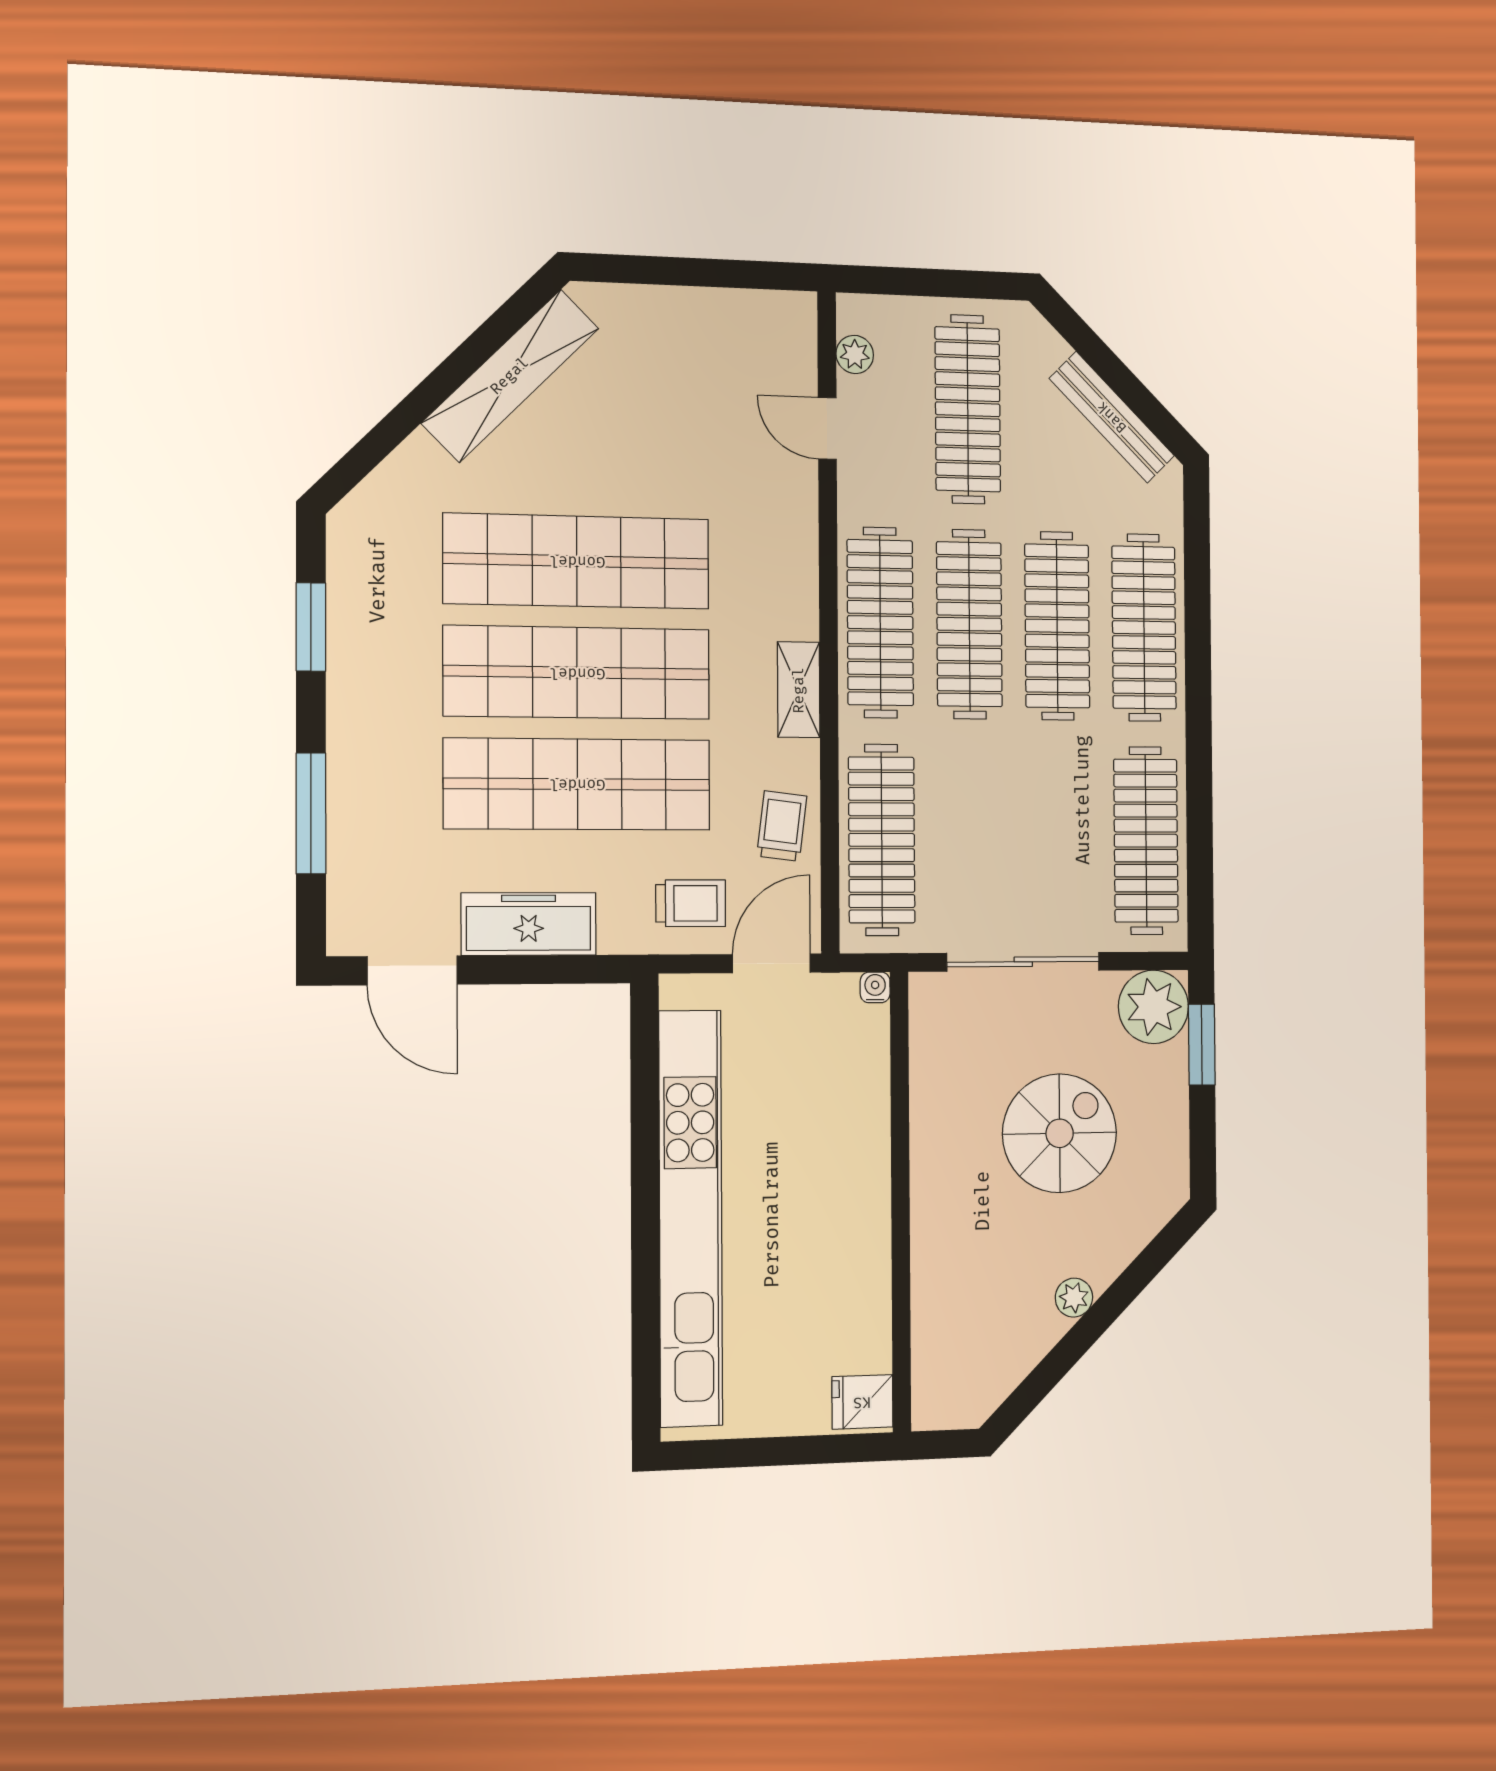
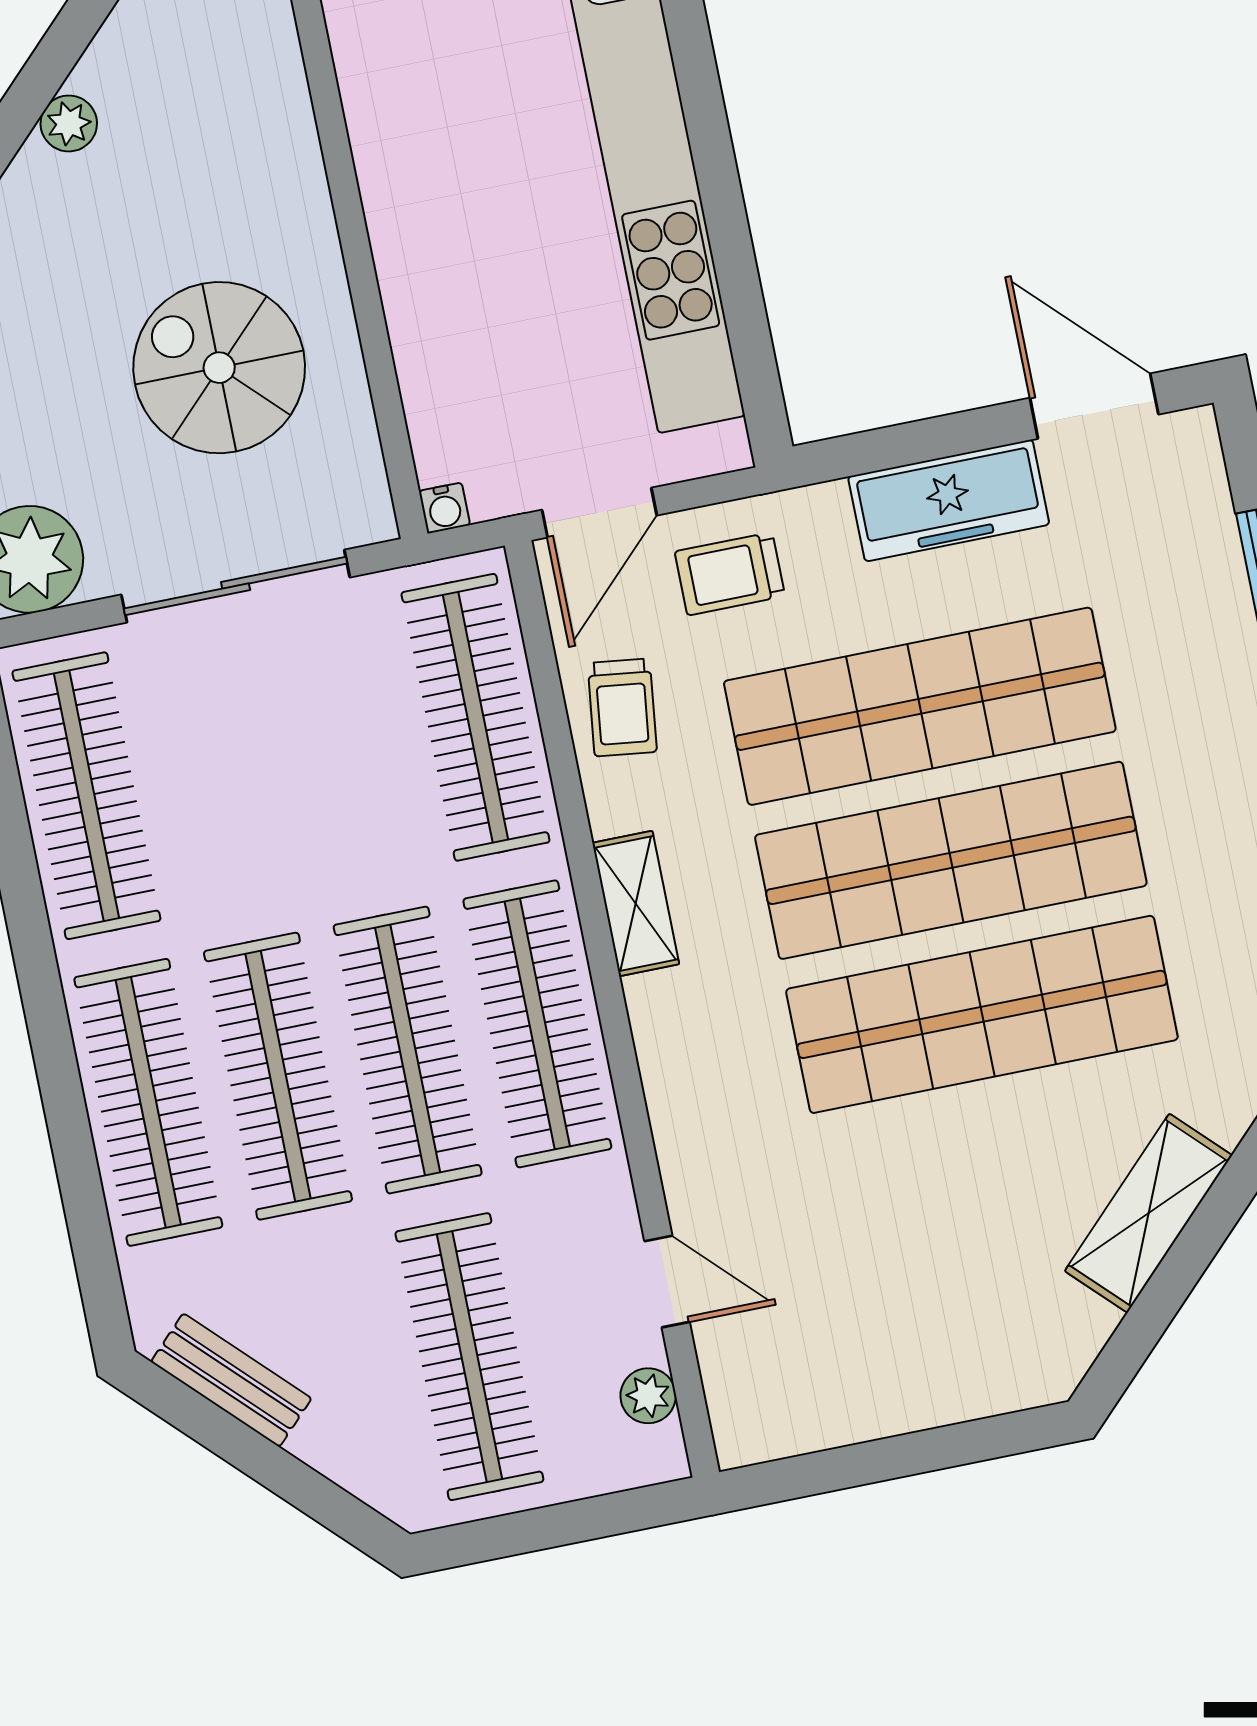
shelving: (510, 376) -> (1149, 1213), width x0.68
bench: (1112, 417) -> (231, 1380), width x0.73
spiral stairs: (1060, 1133) -> (219, 368), moved, turned 90

